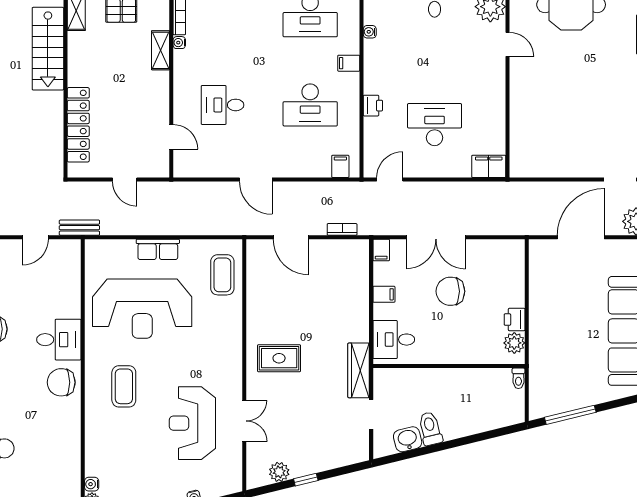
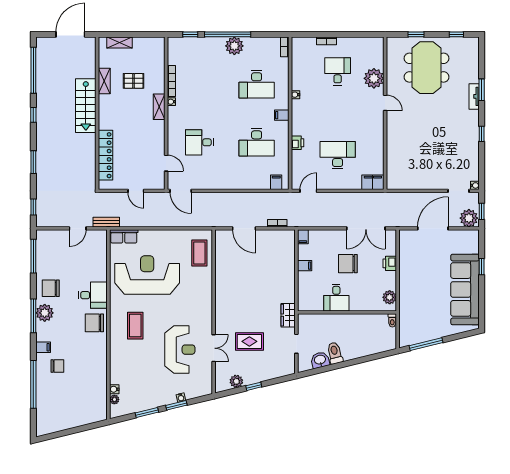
door: (256, 180) -> (181, 191), moved
double door: (436, 237) -> (366, 228), moved
row of seats: (158, 249) -> (124, 236), moved
reception desk: (142, 309) -> (147, 275), turned 180
printer: (515, 320) -> (390, 263), moved
desk: (394, 340) -> (336, 298), moved, turned -90
rug: (279, 358) -> (249, 341), moved
wardrobe: (359, 370) -> (288, 315), width x0.67
reception desk: (192, 423) -> (180, 350), turned 180

